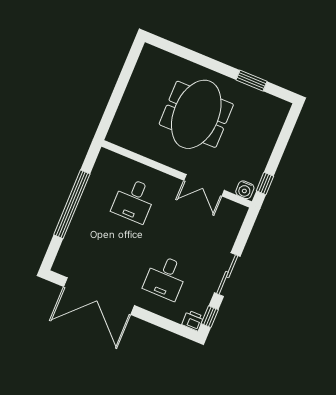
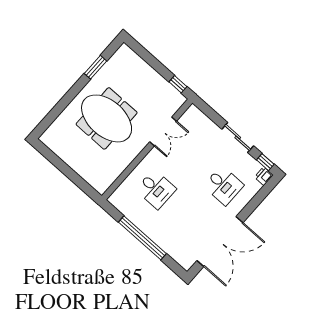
water cooler: (245, 190) -> (177, 101), removed

